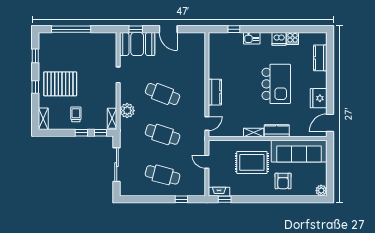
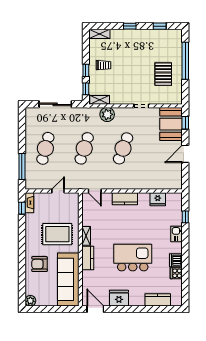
fridge: (215, 58) -> (158, 199), added
pallet: (60, 84) -> (163, 74), moved, width x0.73, depth x0.71
kitchen island: (276, 84) -> (133, 258), turned 180
rug: (252, 162) -> (57, 234), turned 90
window: (181, 199) -> (22, 166), width x2.17

